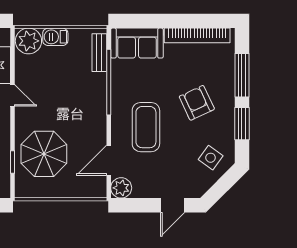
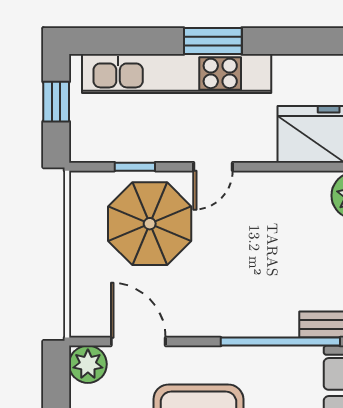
door: (13, 95) -> (213, 167), moved

